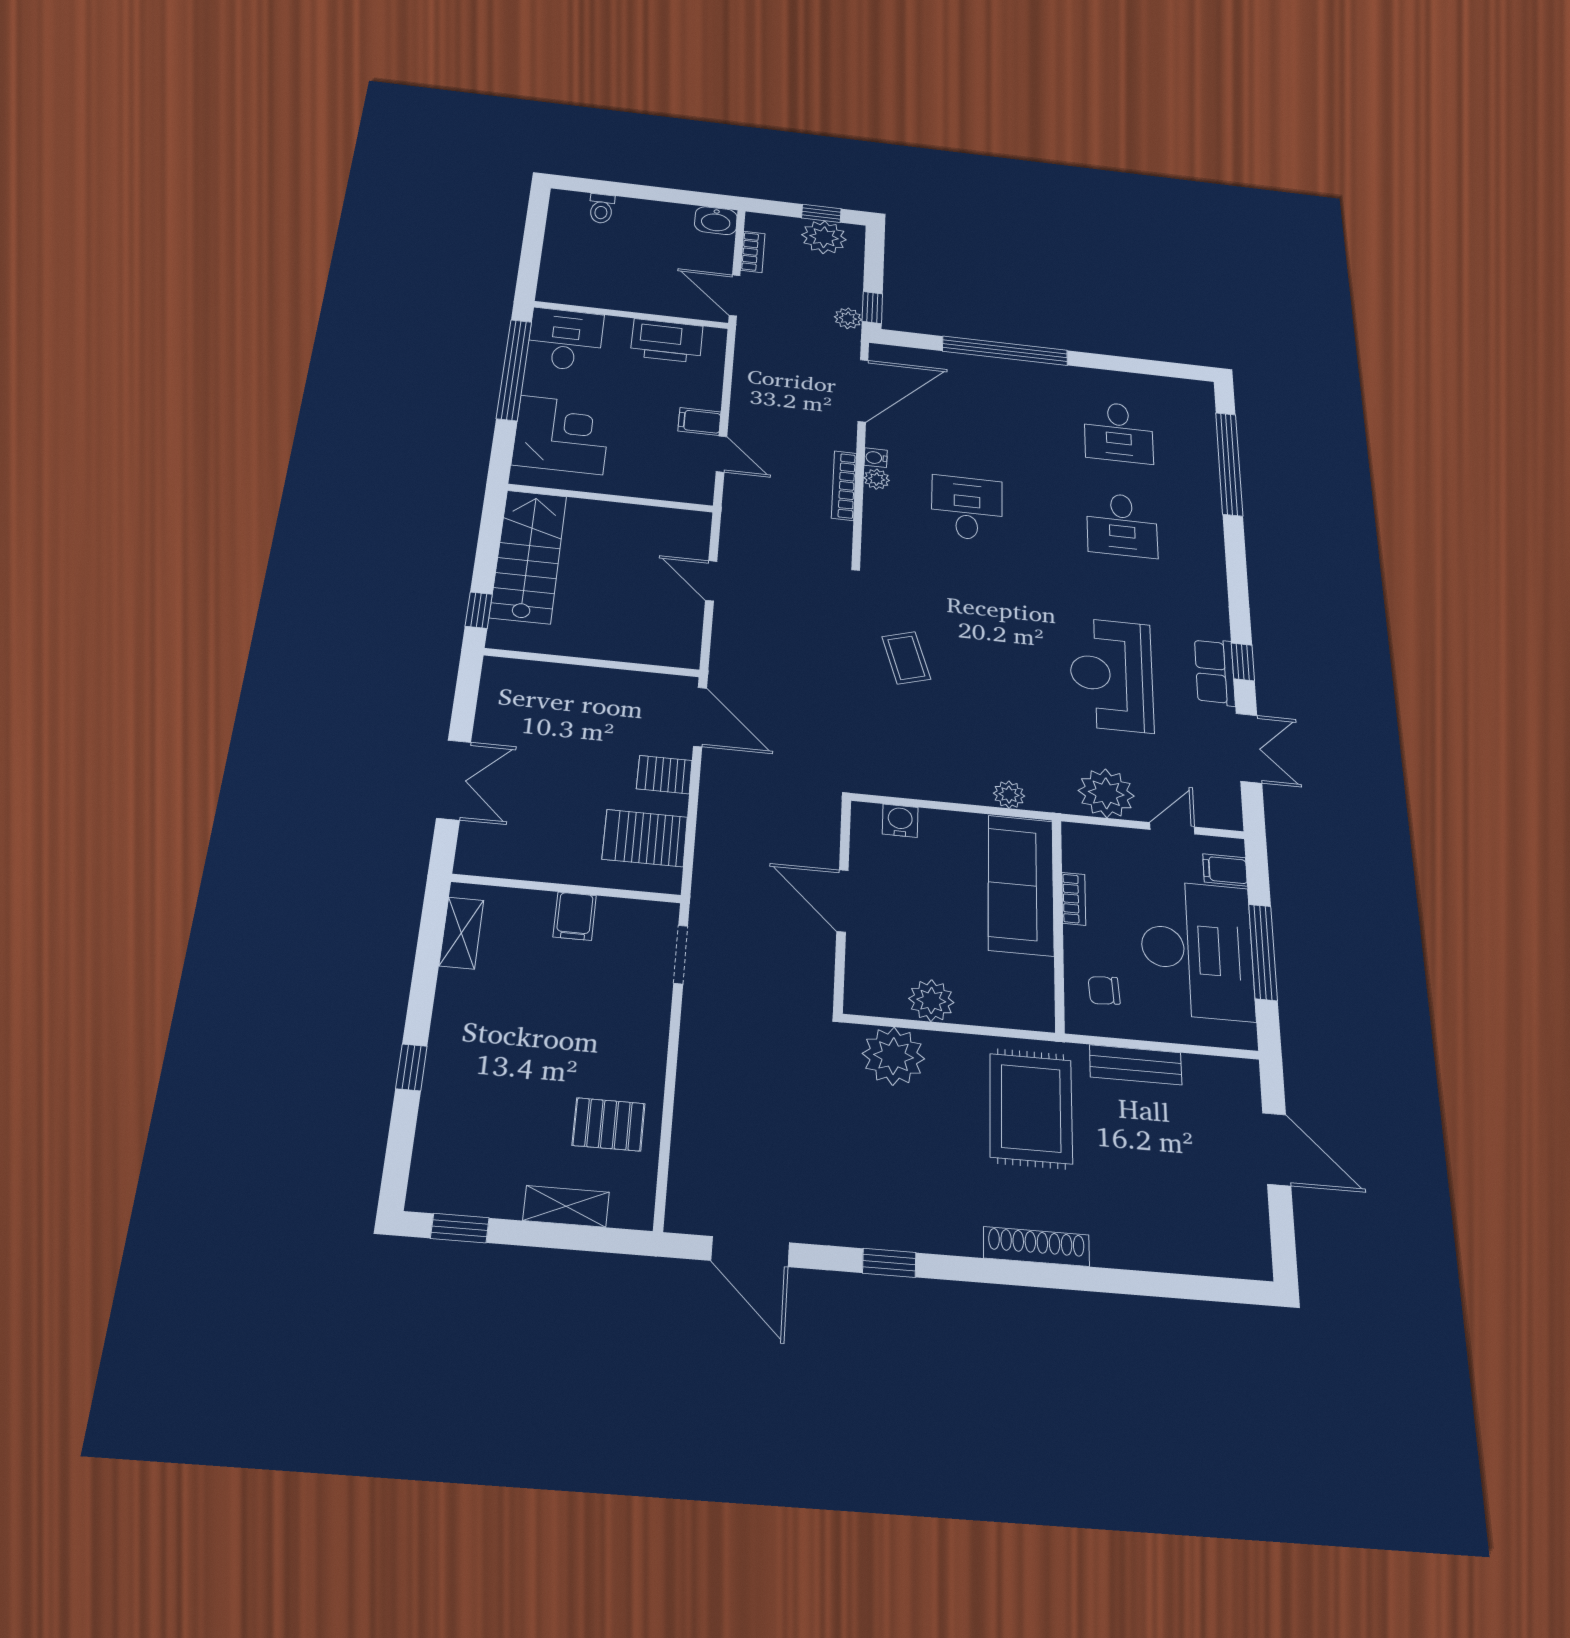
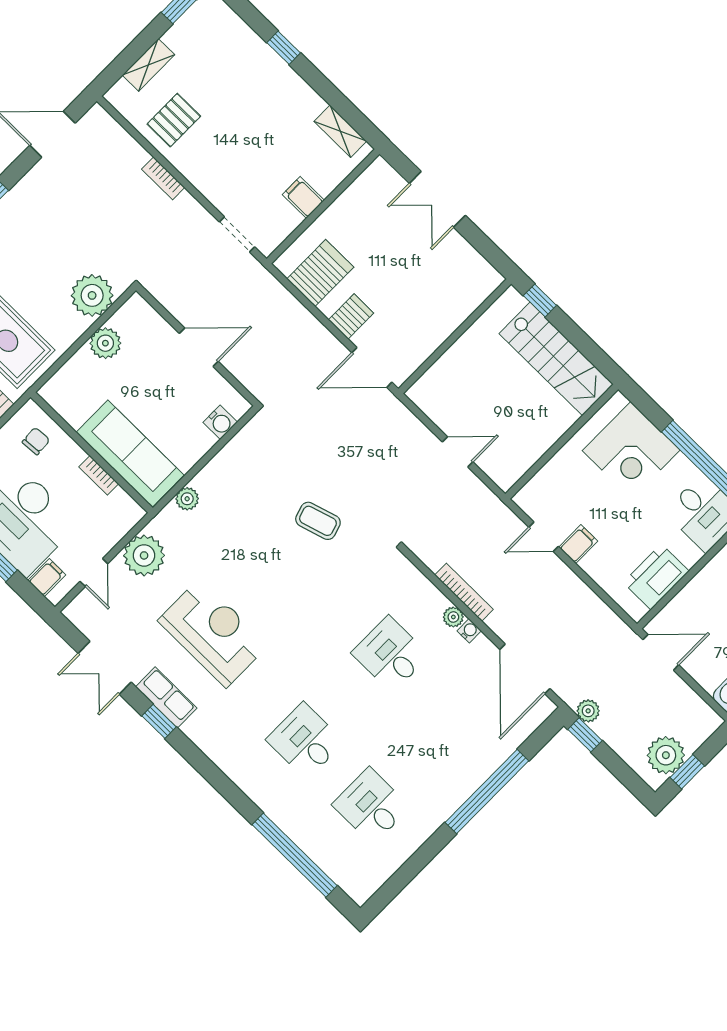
bookcase: (753, 252) -> (163, 178), moved
desk: (967, 508) -> (390, 654), turned 180

